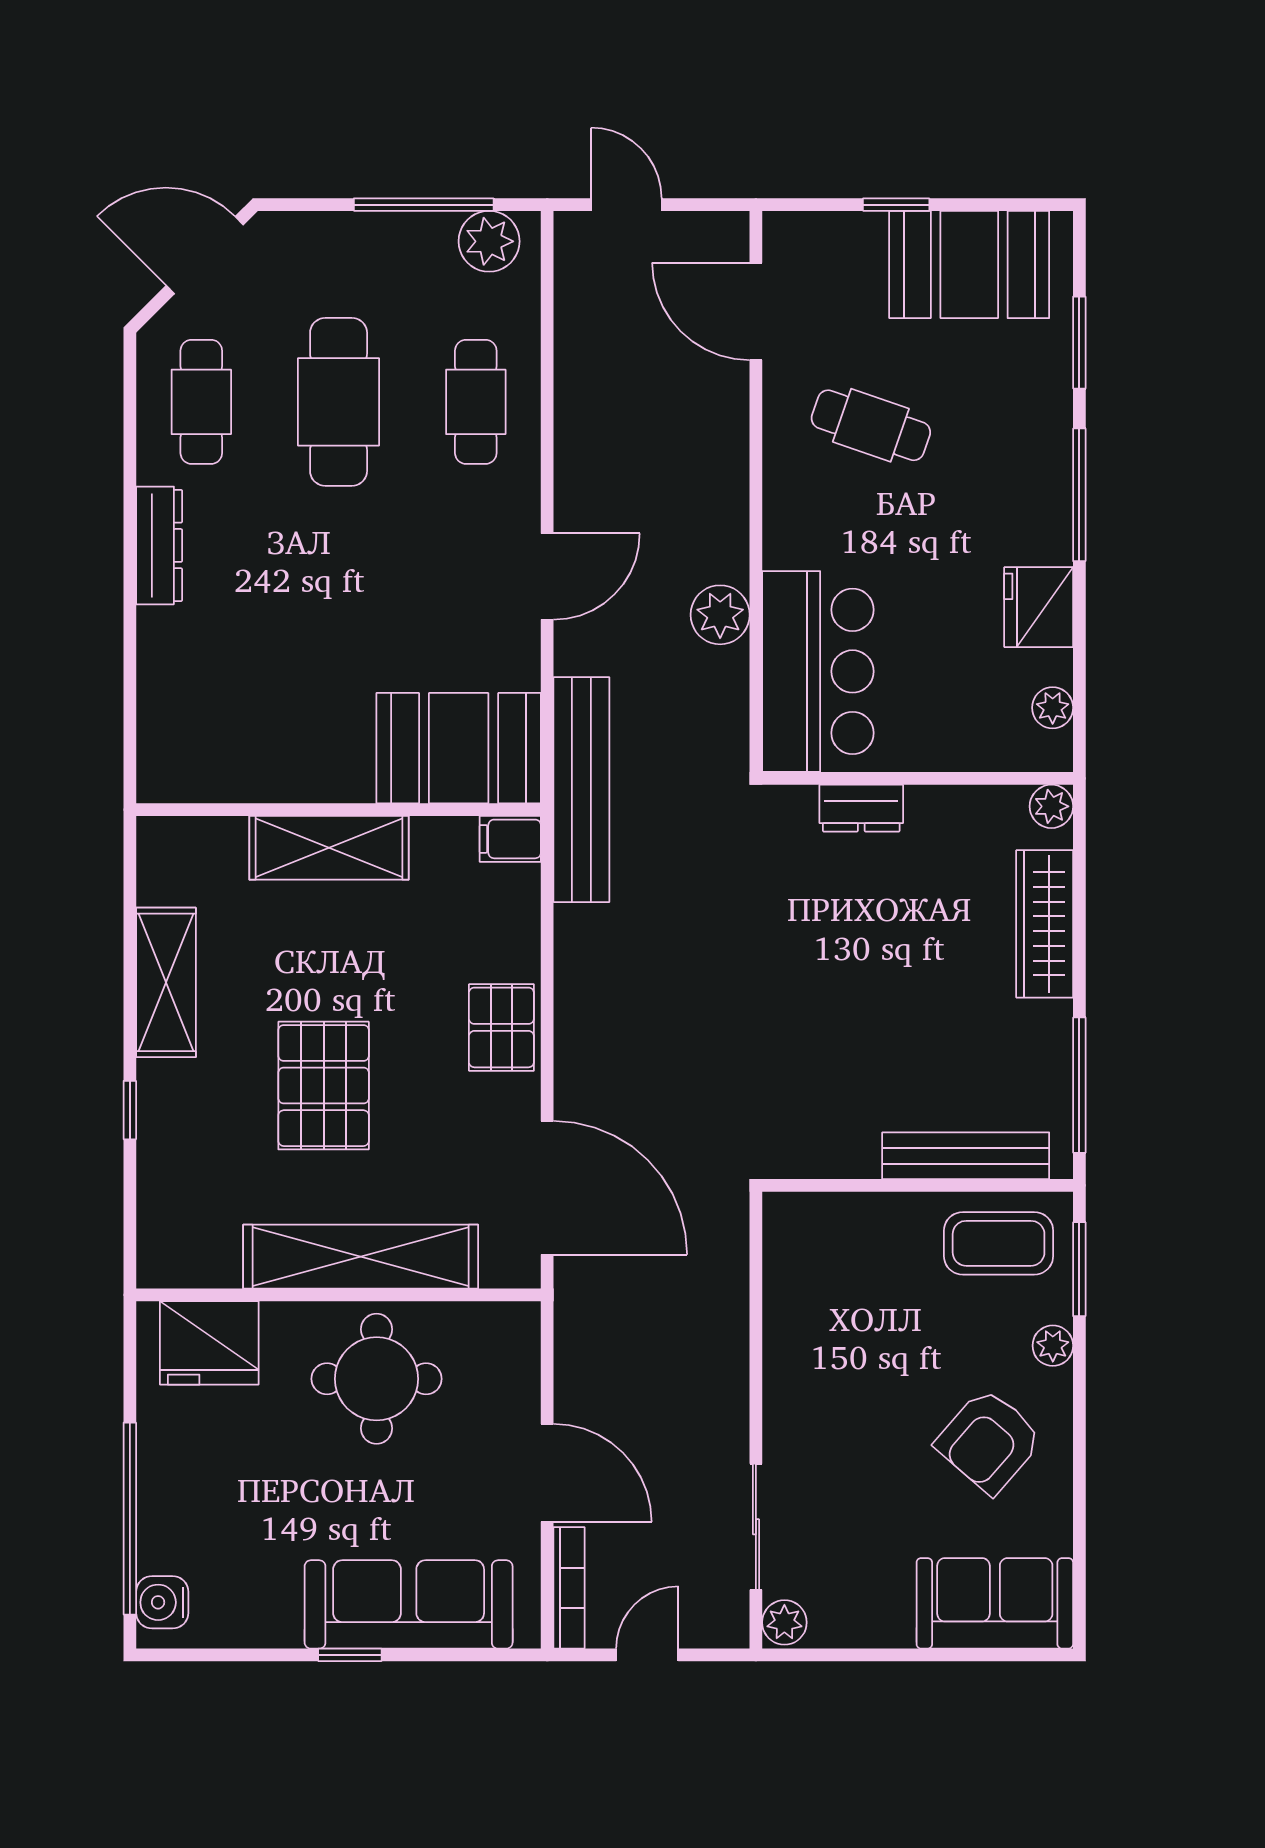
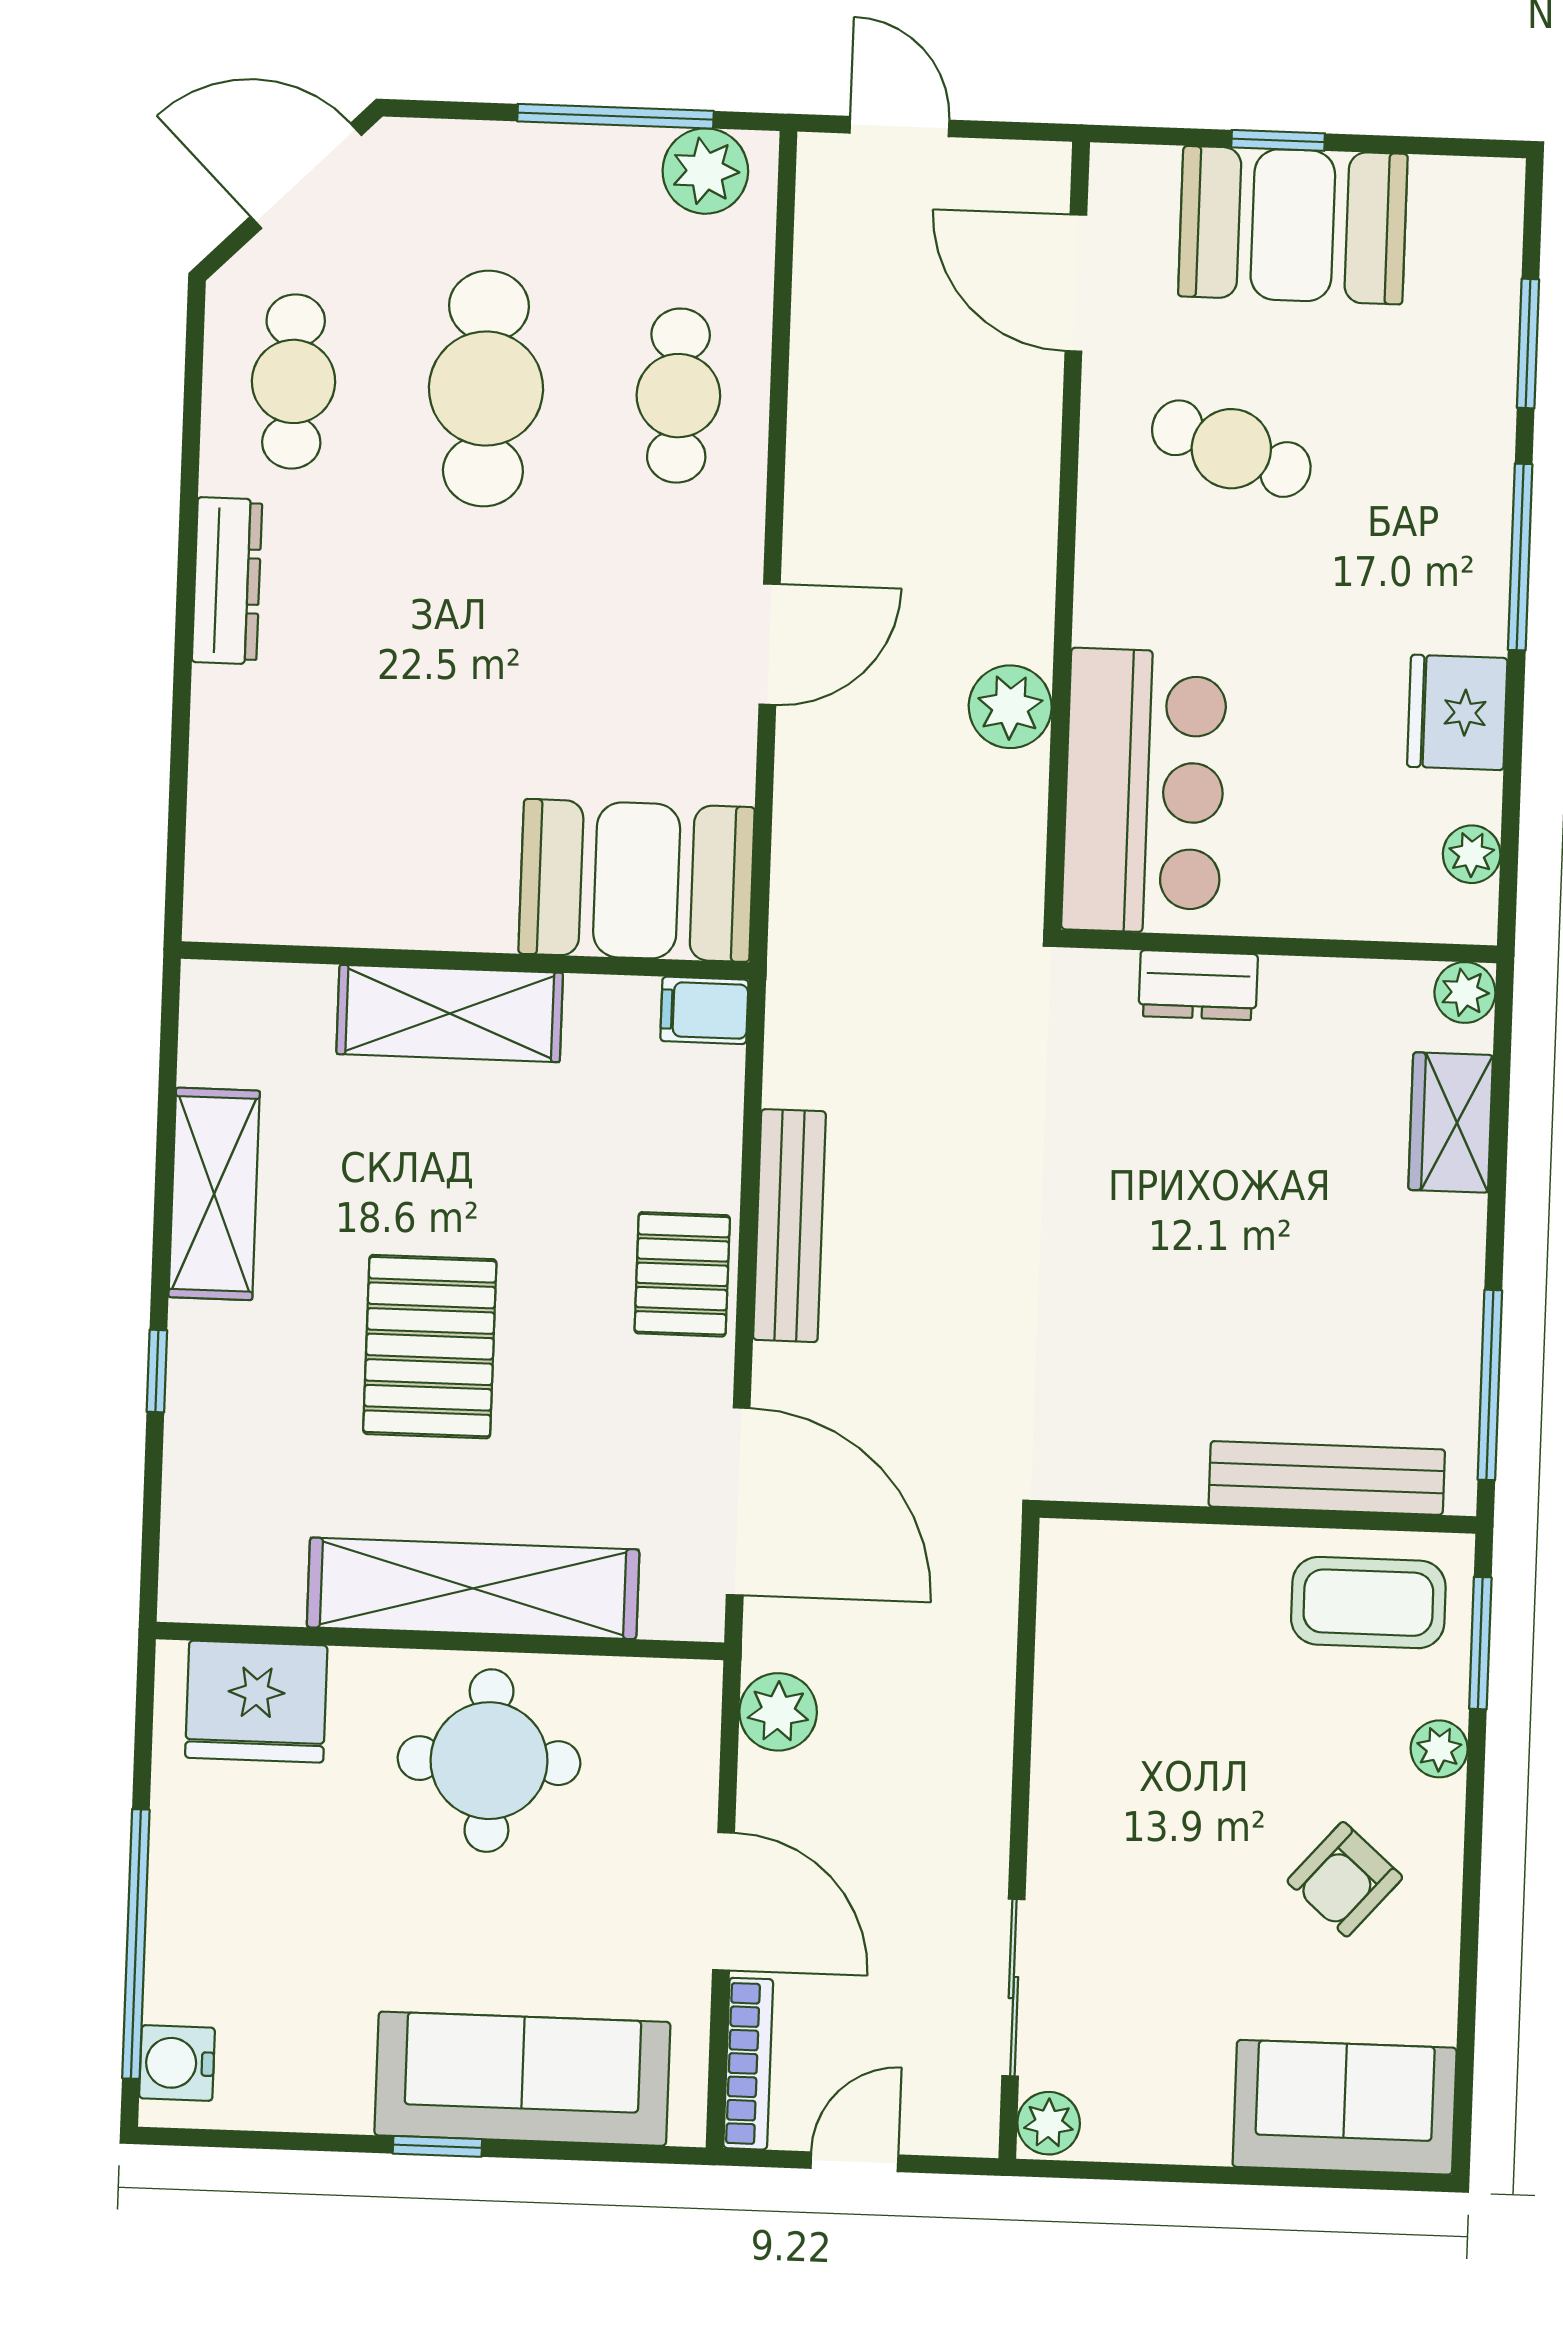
booth: (969, 264) -> (1293, 225), moved
bench: (581, 790) -> (789, 1226), moved, width x0.73, depth x0.82
wardrobe: (1045, 924) -> (1451, 1122), width x0.67
plant: (581, 1337) -> (778, 1712), added
armchair: (989, 1441) -> (1345, 1879), width x0.72, depth x0.72

